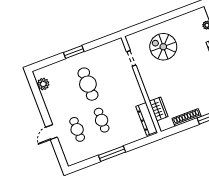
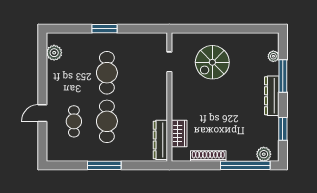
spiral stairs: (163, 47) -> (212, 62), turned -90
cafe table: (102, 120) -> (107, 121), width x1.37, depth x1.35

